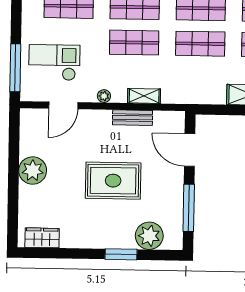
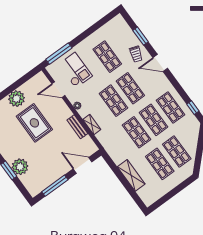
door: (190, 150) -> (83, 165), hinge flipped
rug: (113, 181) -> (34, 123), moved
plant: (149, 236) -> (20, 167), moved

